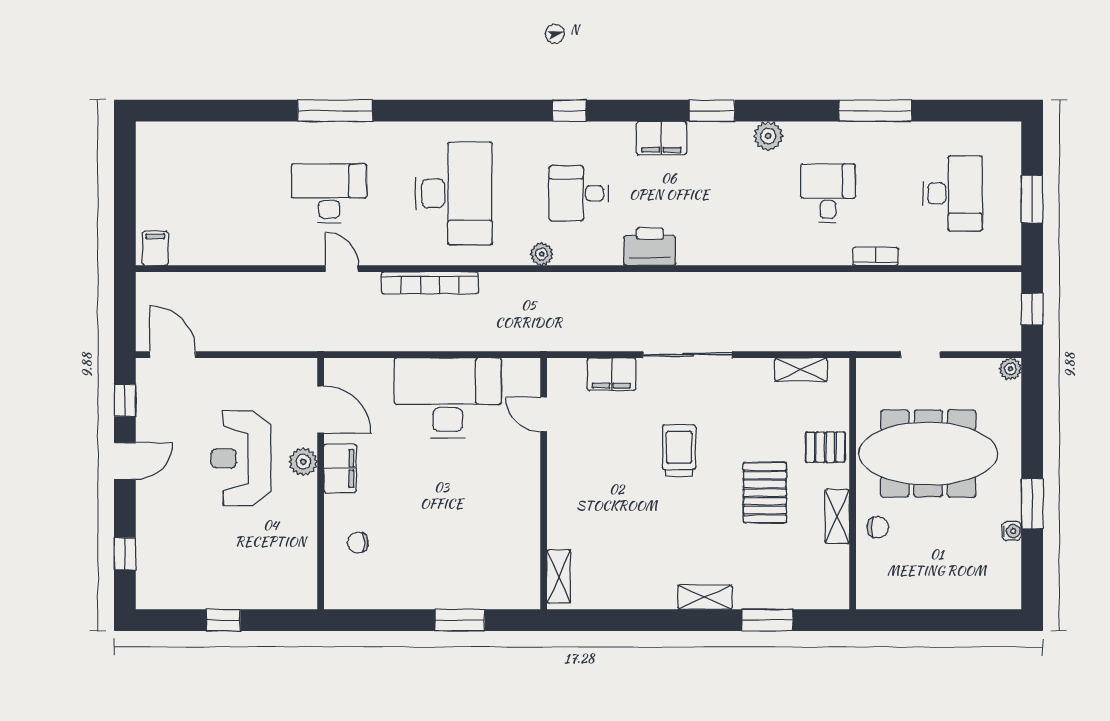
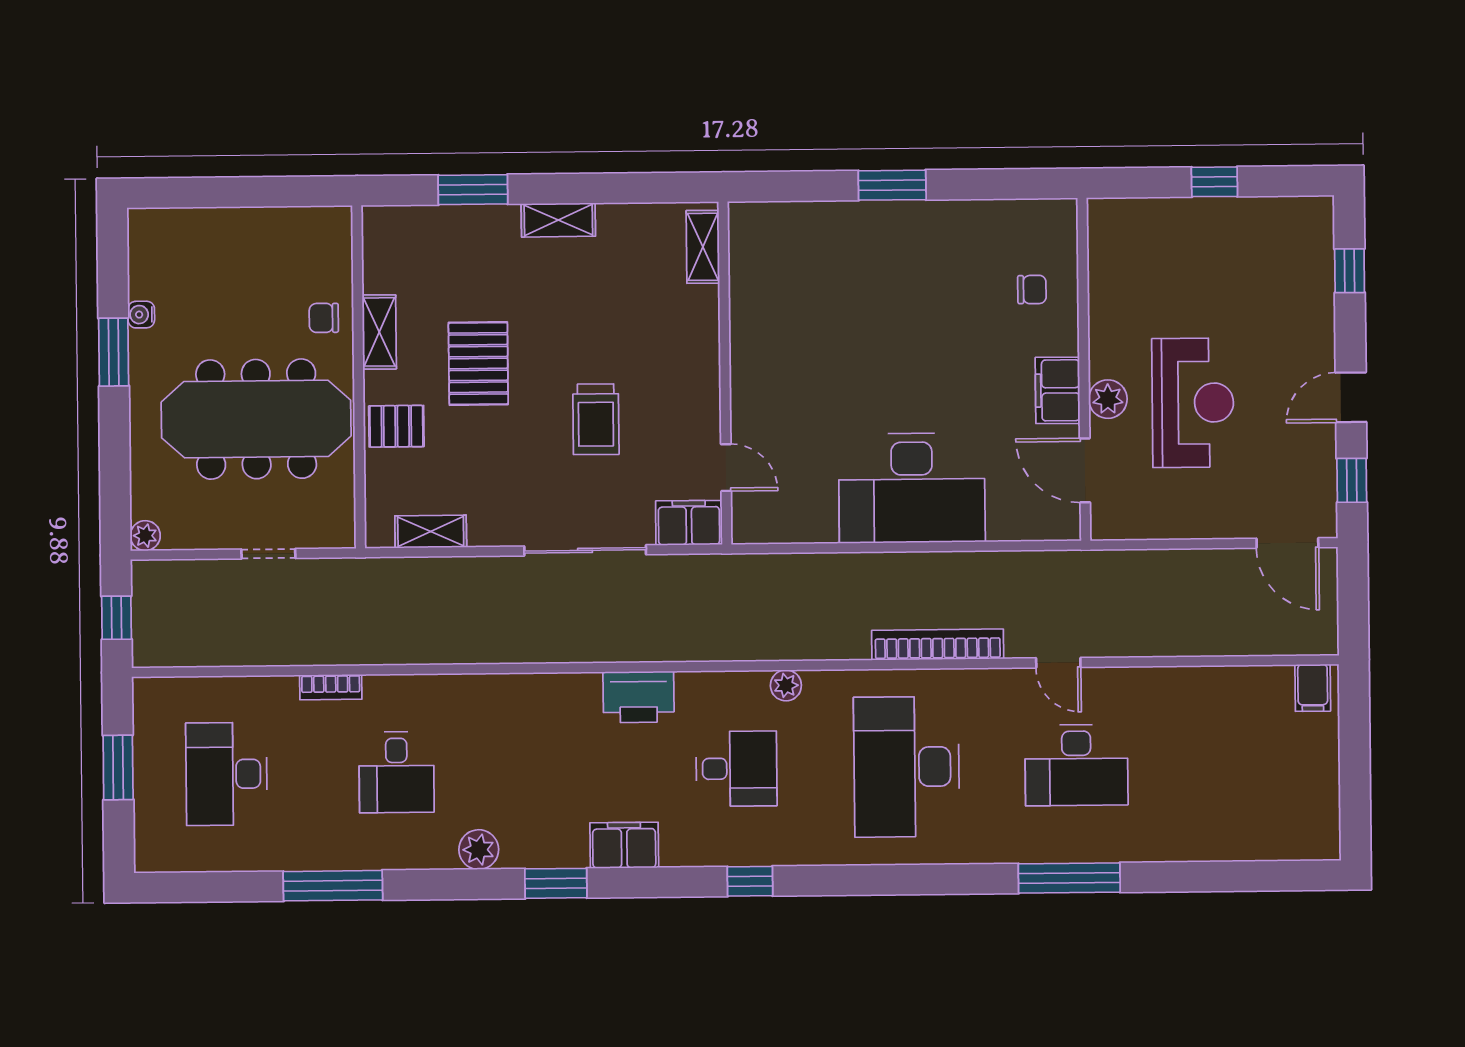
door: (544, 414) -> (726, 468), moved
wall: (544, 484) -> (725, 373), moved
shelving: (559, 576) -> (703, 247), moved

